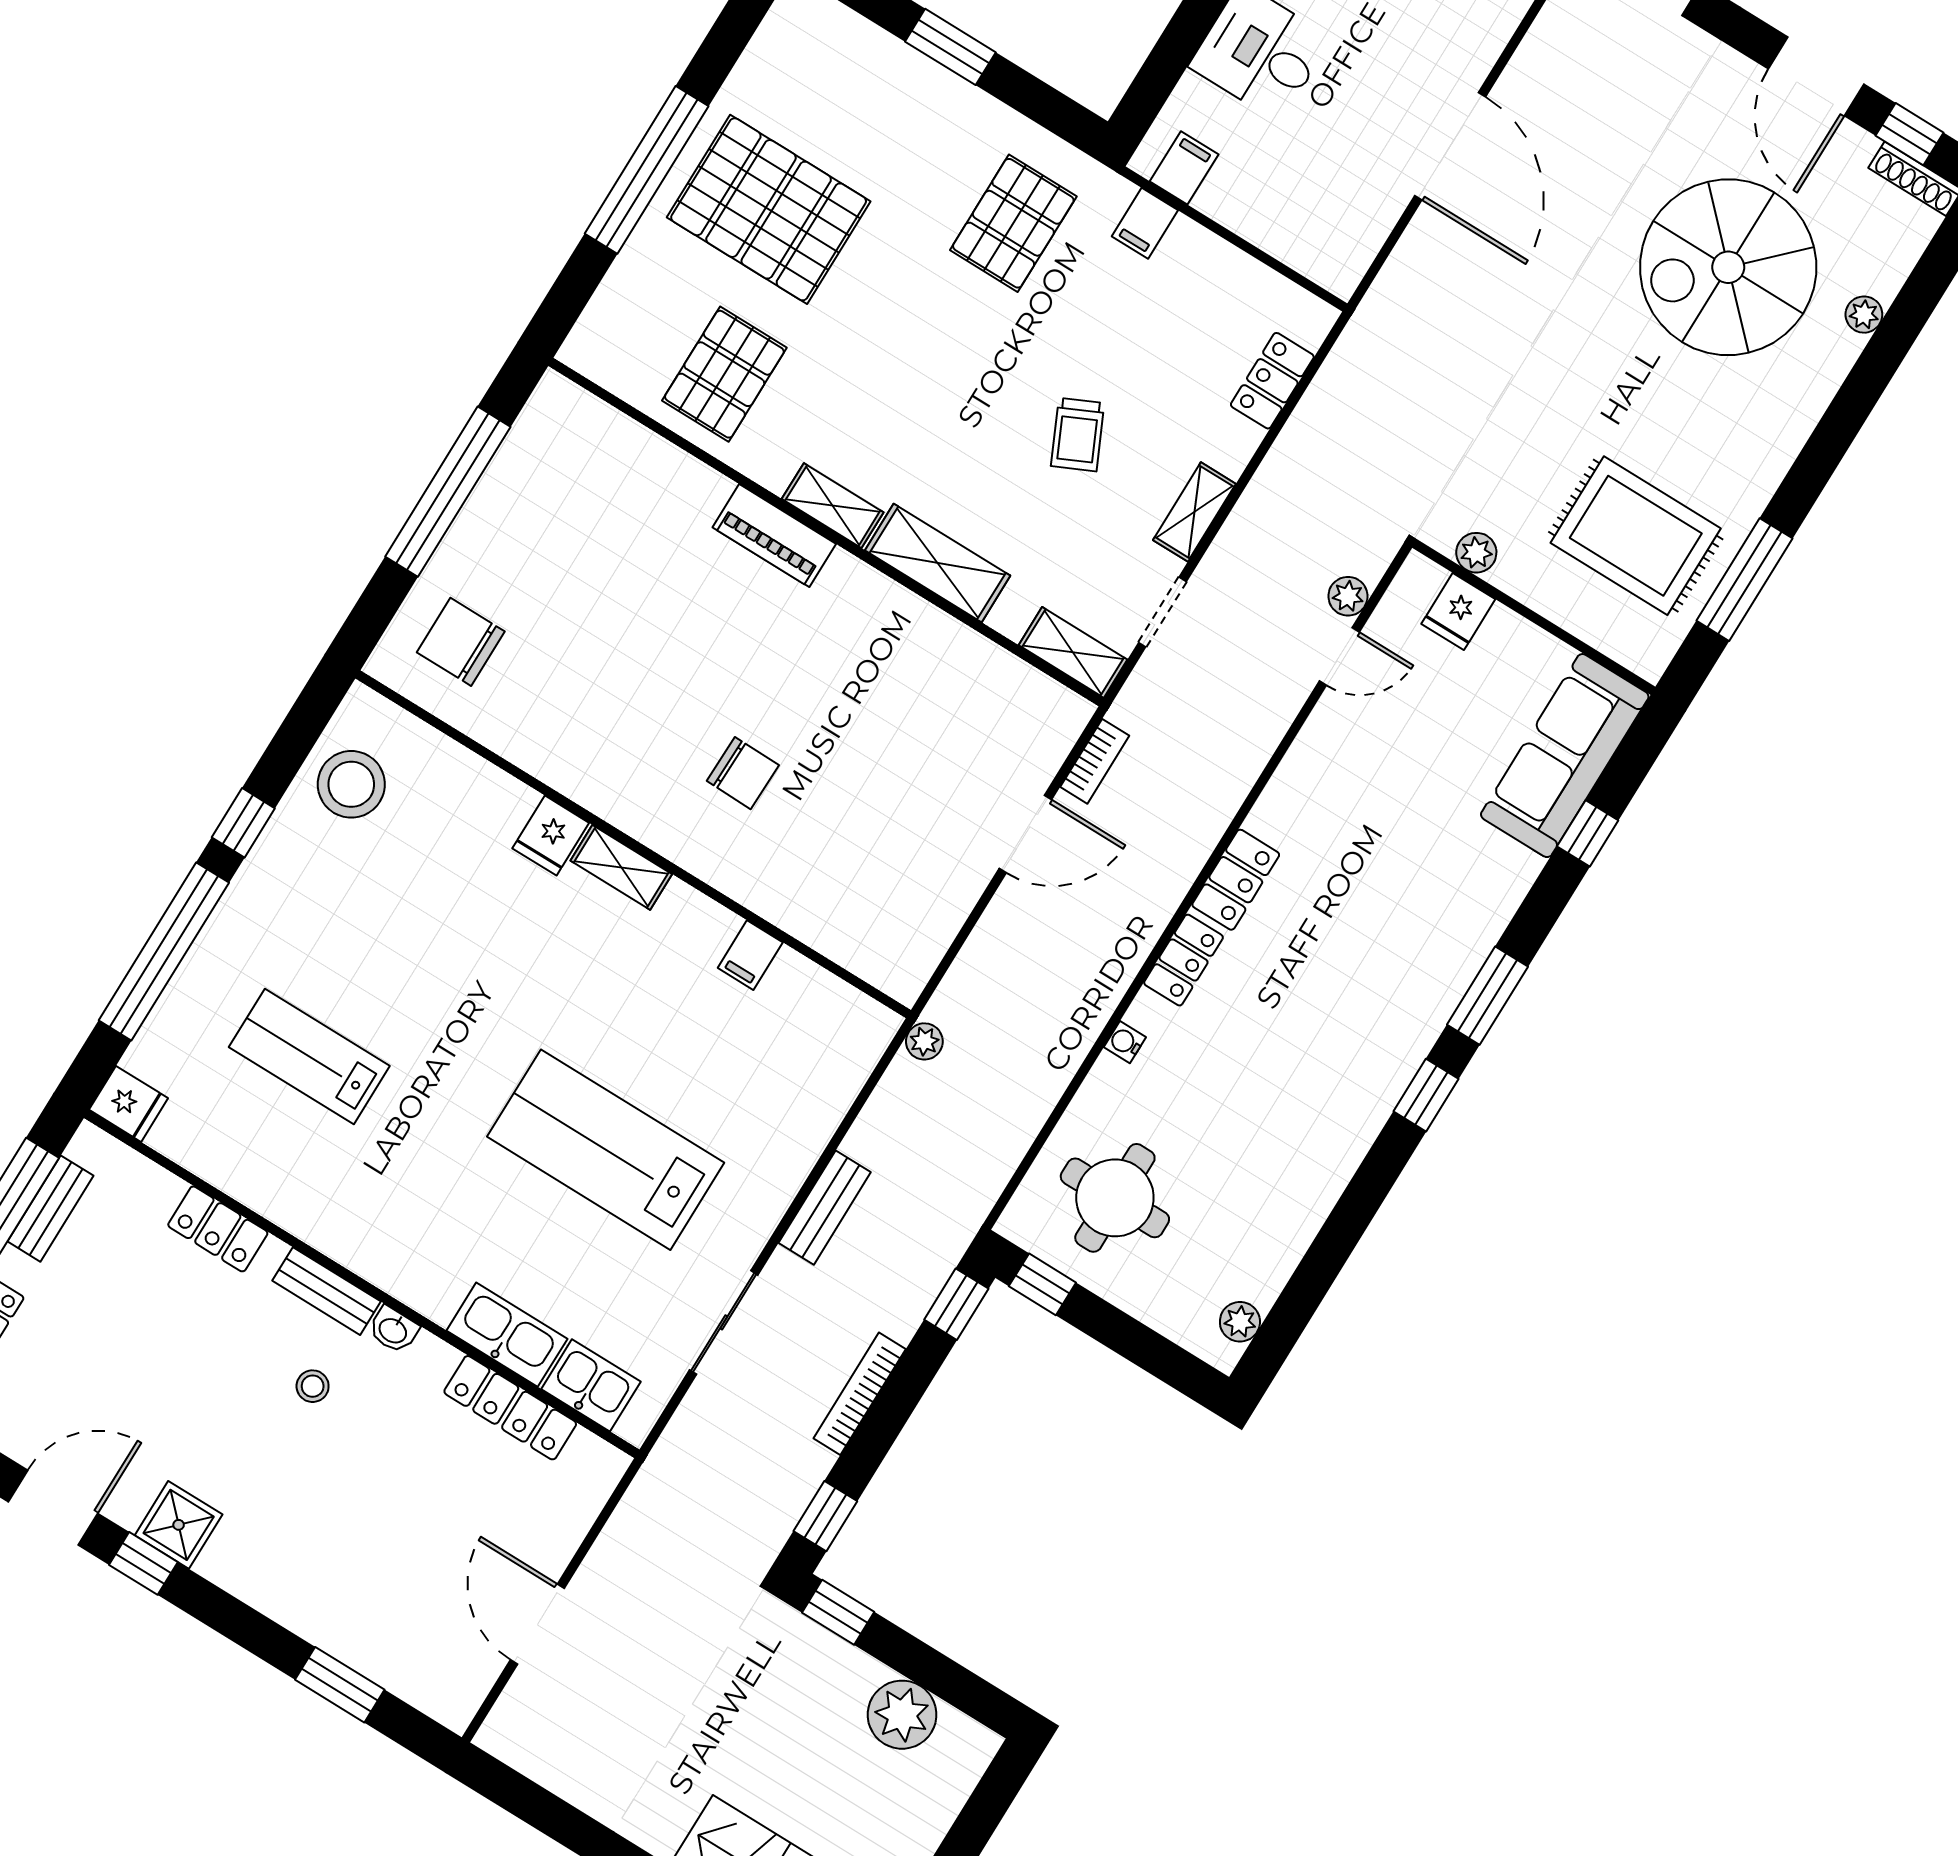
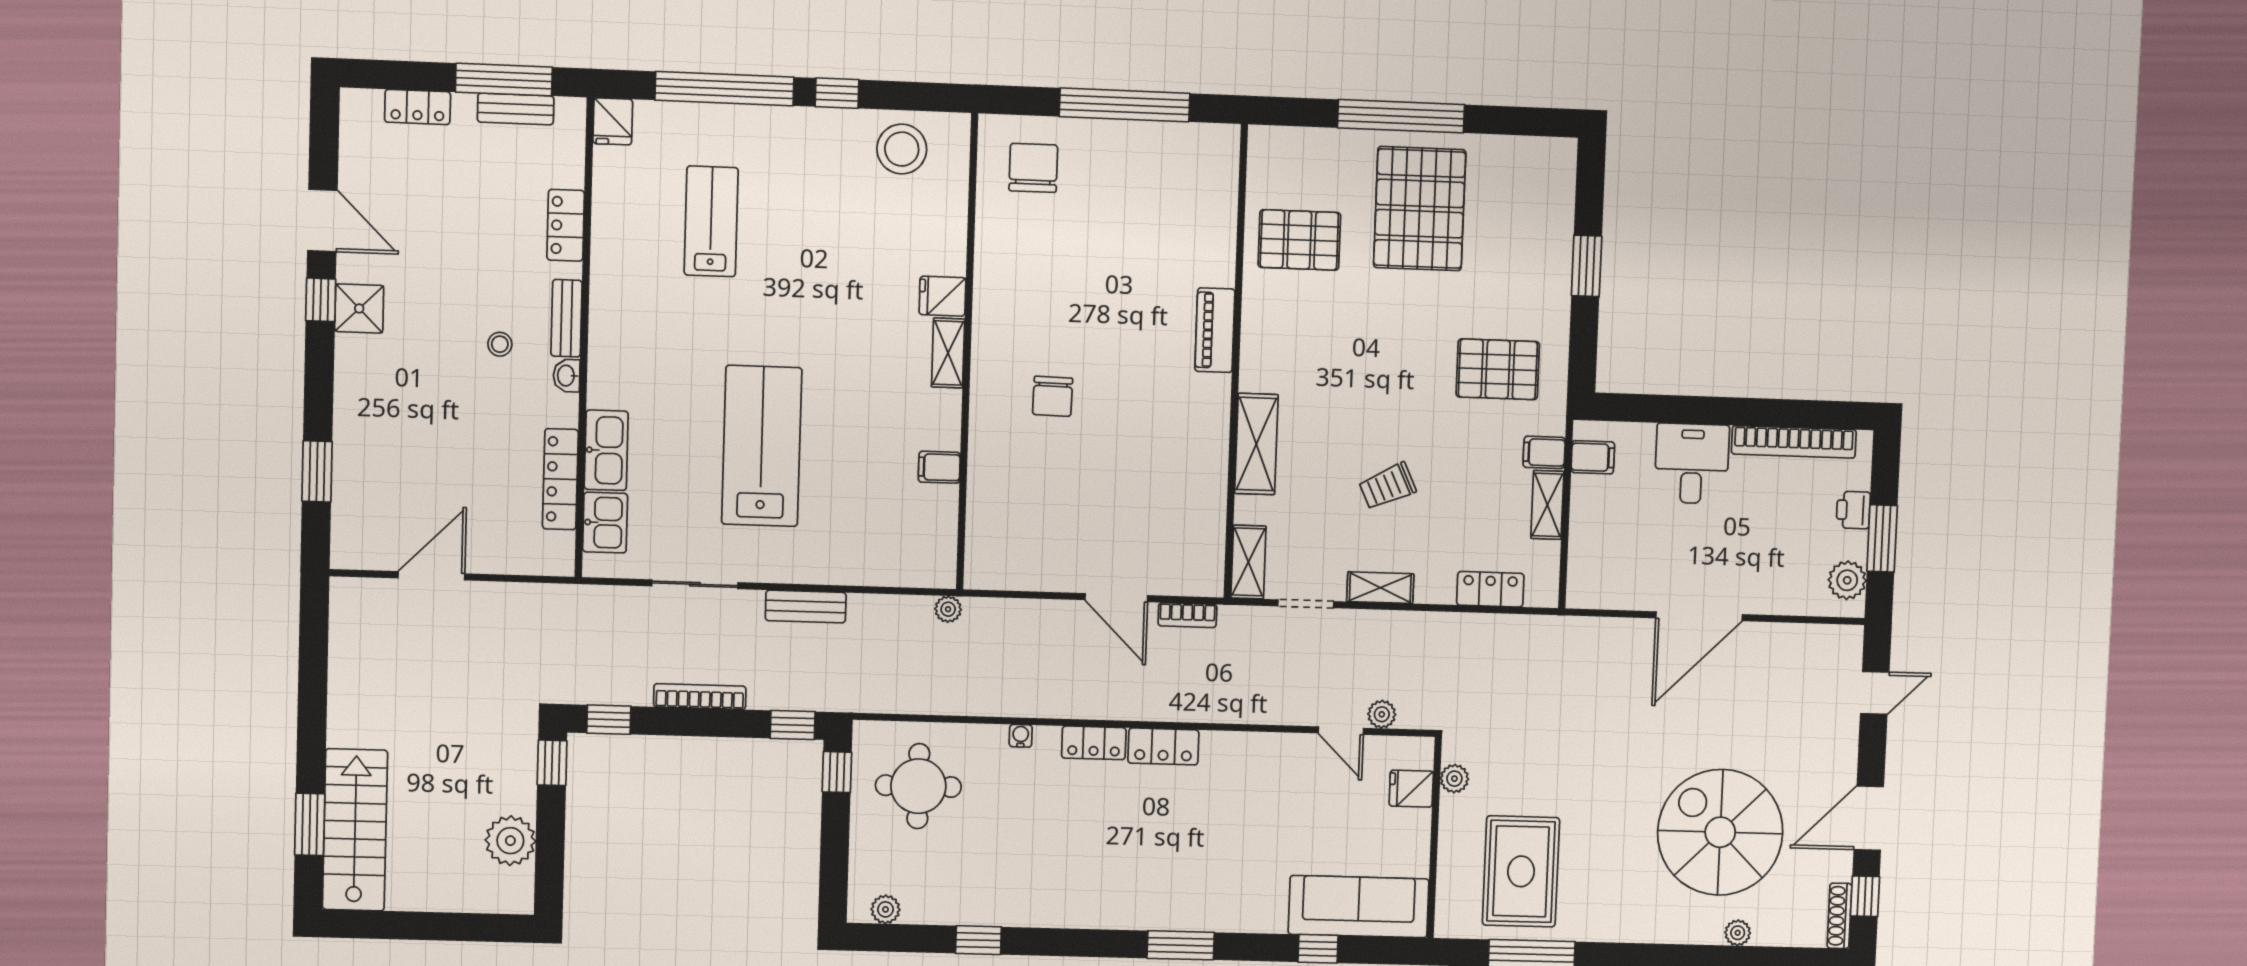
shelving: (833, 506) -> (1547, 505), moved
window: (1426, 1095) -> (978, 940), moved

